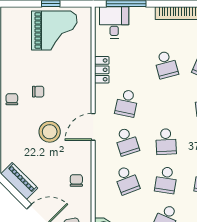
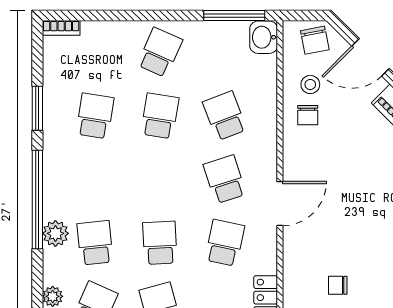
chair: (38, 92) -> (338, 285), moved
stool: (50, 132) -> (310, 84), moved, width x0.53, depth x0.53
school desk: (166, 142) -> (160, 243), moved

